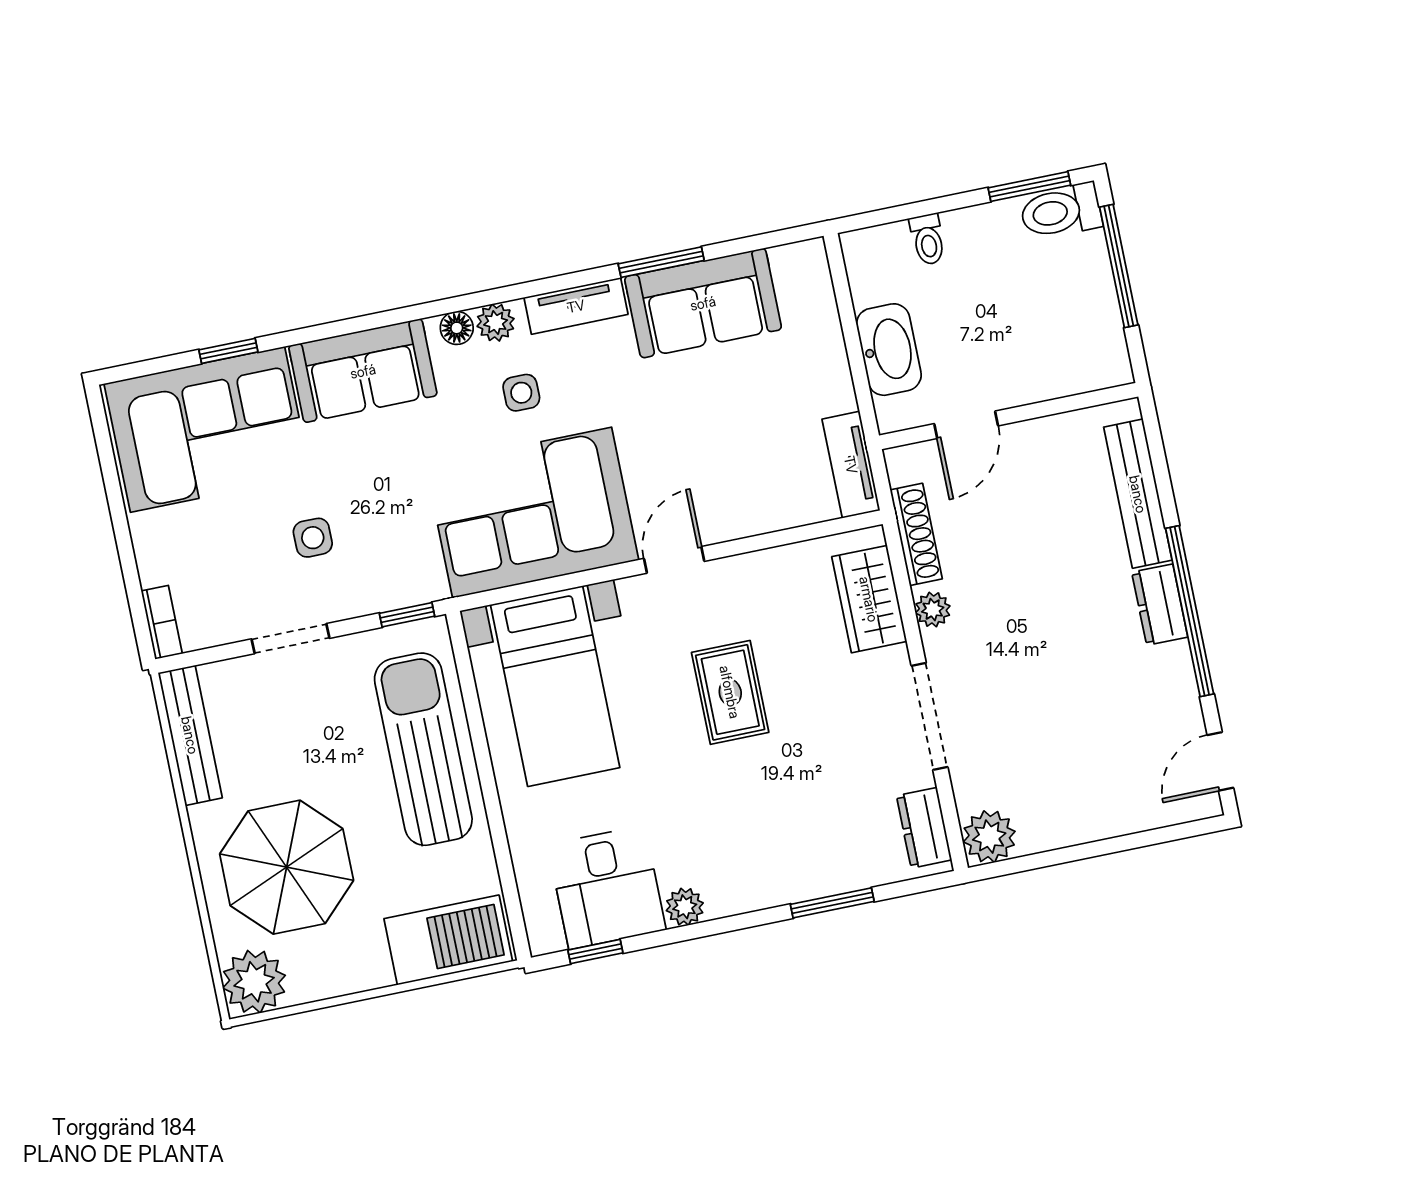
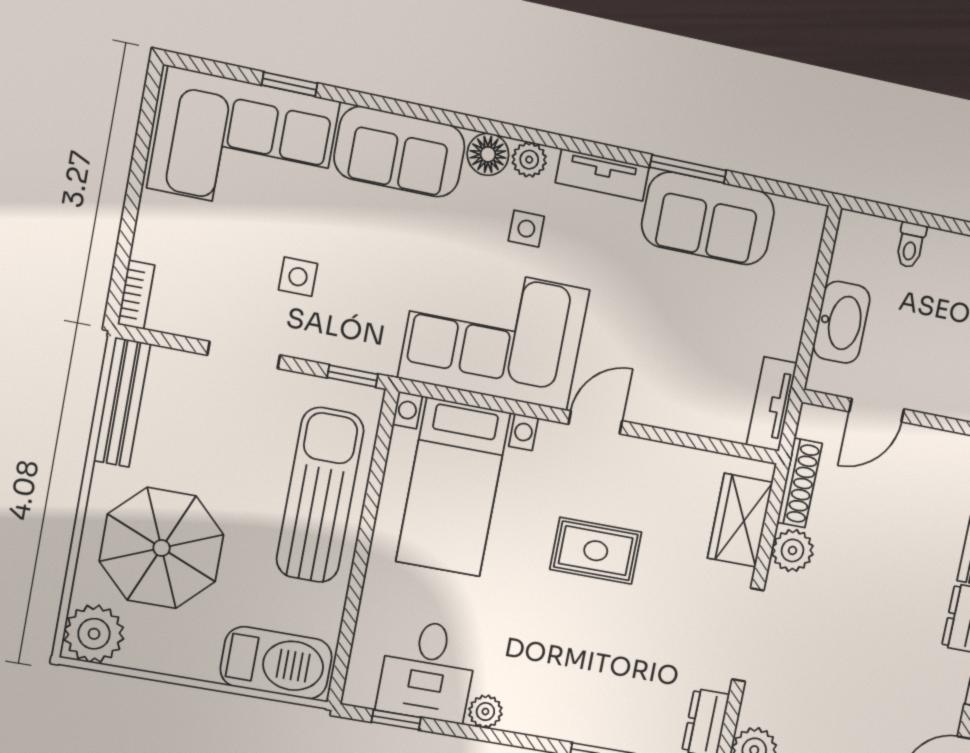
floor lamp: (457, 328) -> (488, 154), width x1.37, depth x1.37
plant: (933, 610) -> (792, 550), width x1.38, depth x1.38
rug: (730, 692) -> (596, 551), turned 90

